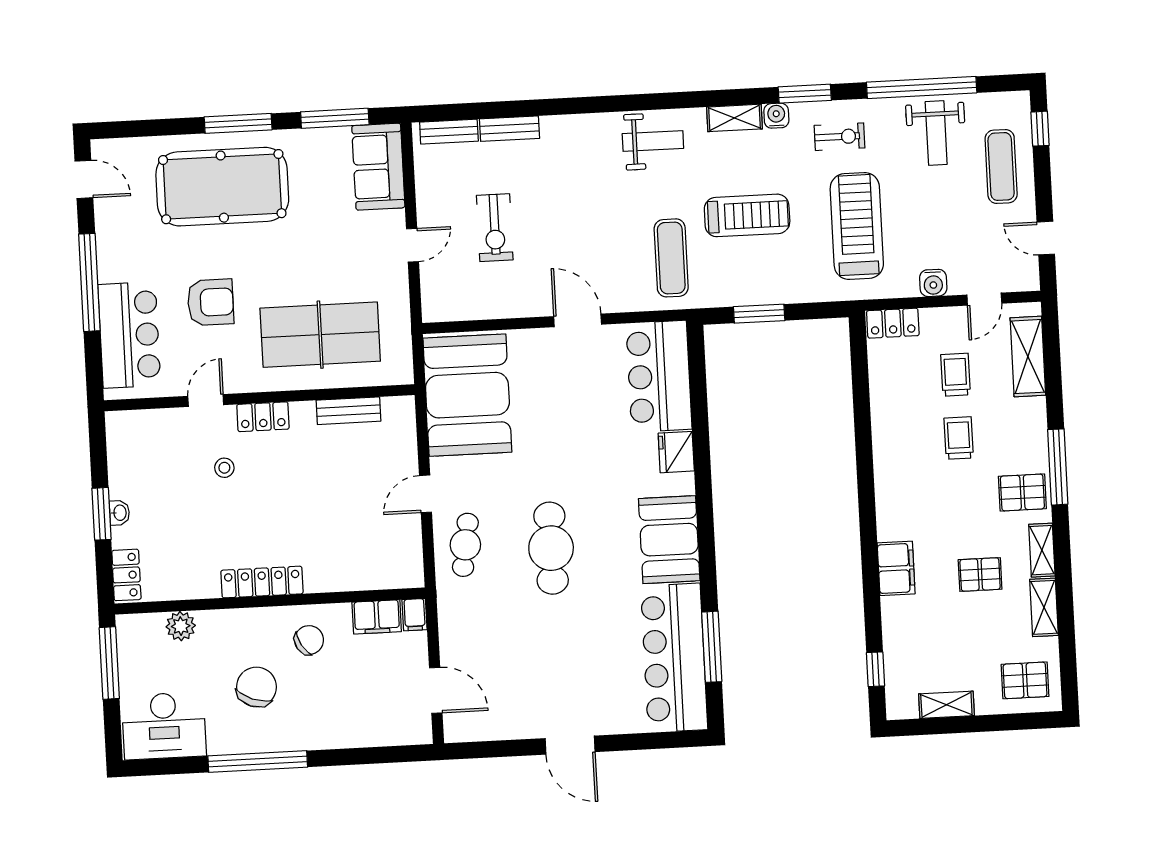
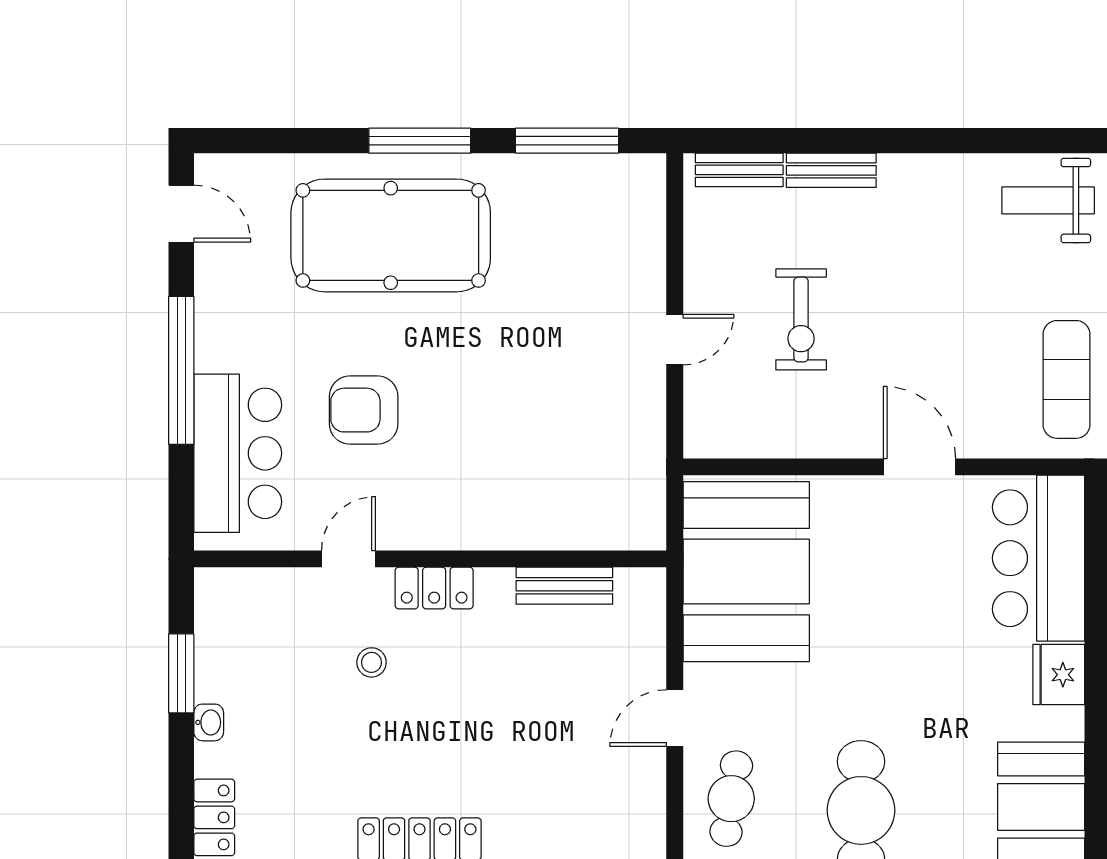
weight bench: (653, 141) -> (1048, 200), turned 180
sofa: (378, 167) -> (629, 218), removed
armchair: (211, 302) -> (364, 410), turned 180
table tennis table: (320, 335) -> (528, 468), removed
window: (101, 514) -> (181, 673), moved

